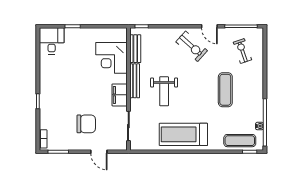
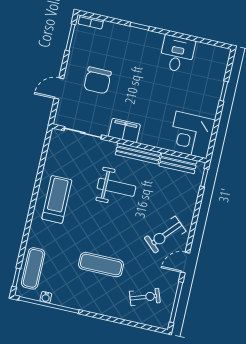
desk: (52, 41) -> (177, 54), moved, turned -90
corner desk: (111, 58) -> (191, 135), moved, turned -90
weight bench: (164, 91) -> (116, 187), turned 180
treadmill: (183, 134) -> (57, 199), width x0.73, depth x0.73

